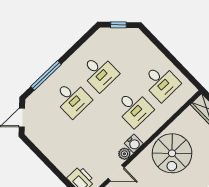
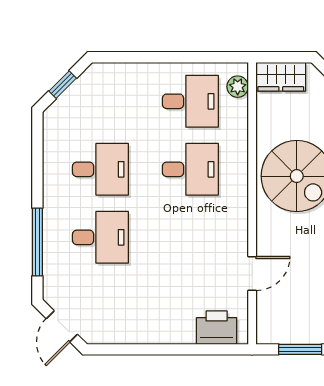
water cooler: (134, 144) -> (236, 214), removed
plant: (124, 154) -> (238, 87), moved

